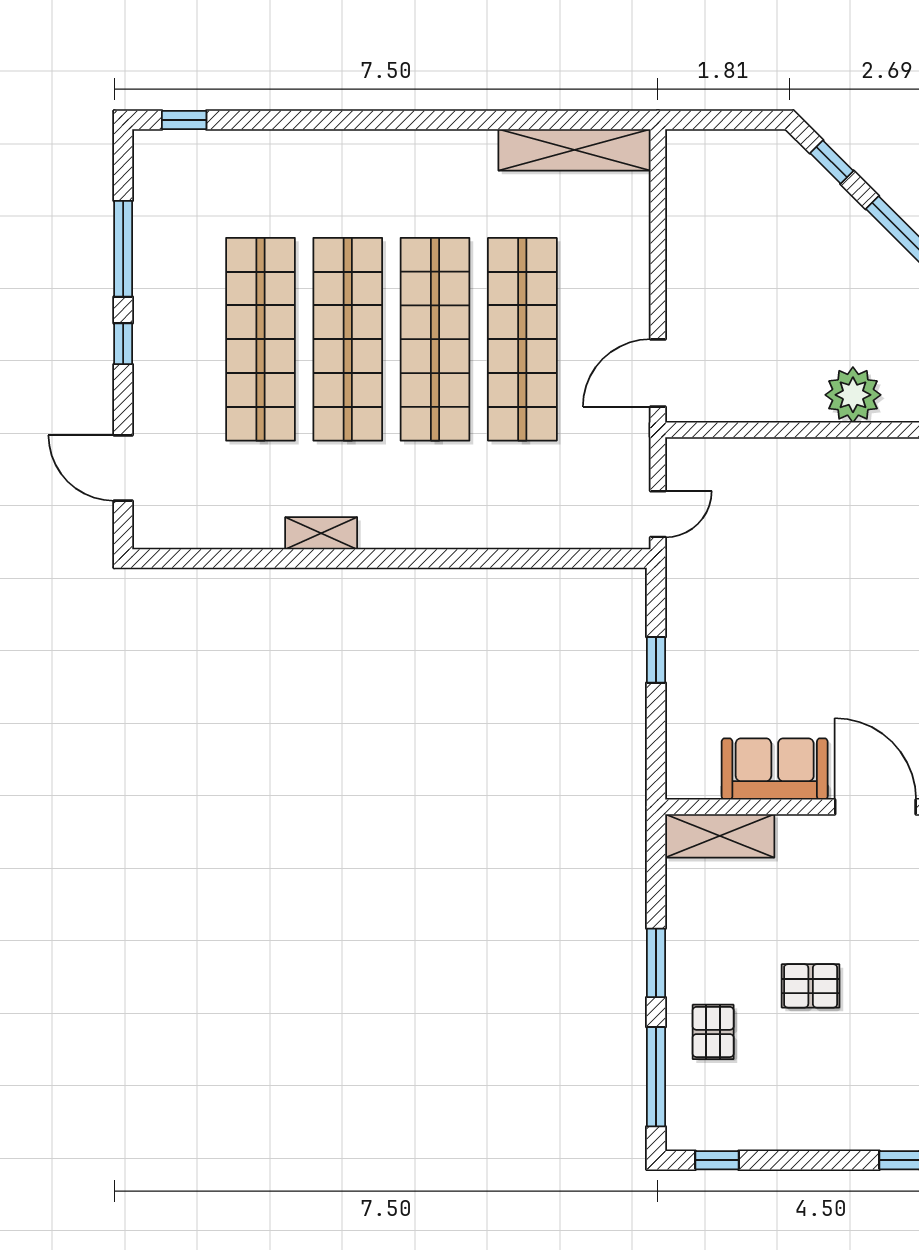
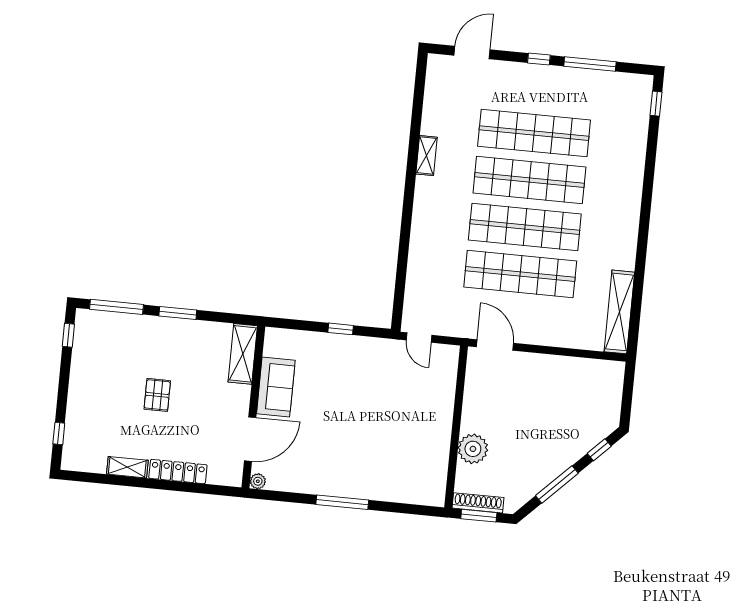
pallet: (713, 1032) -> (138, 340), removed

